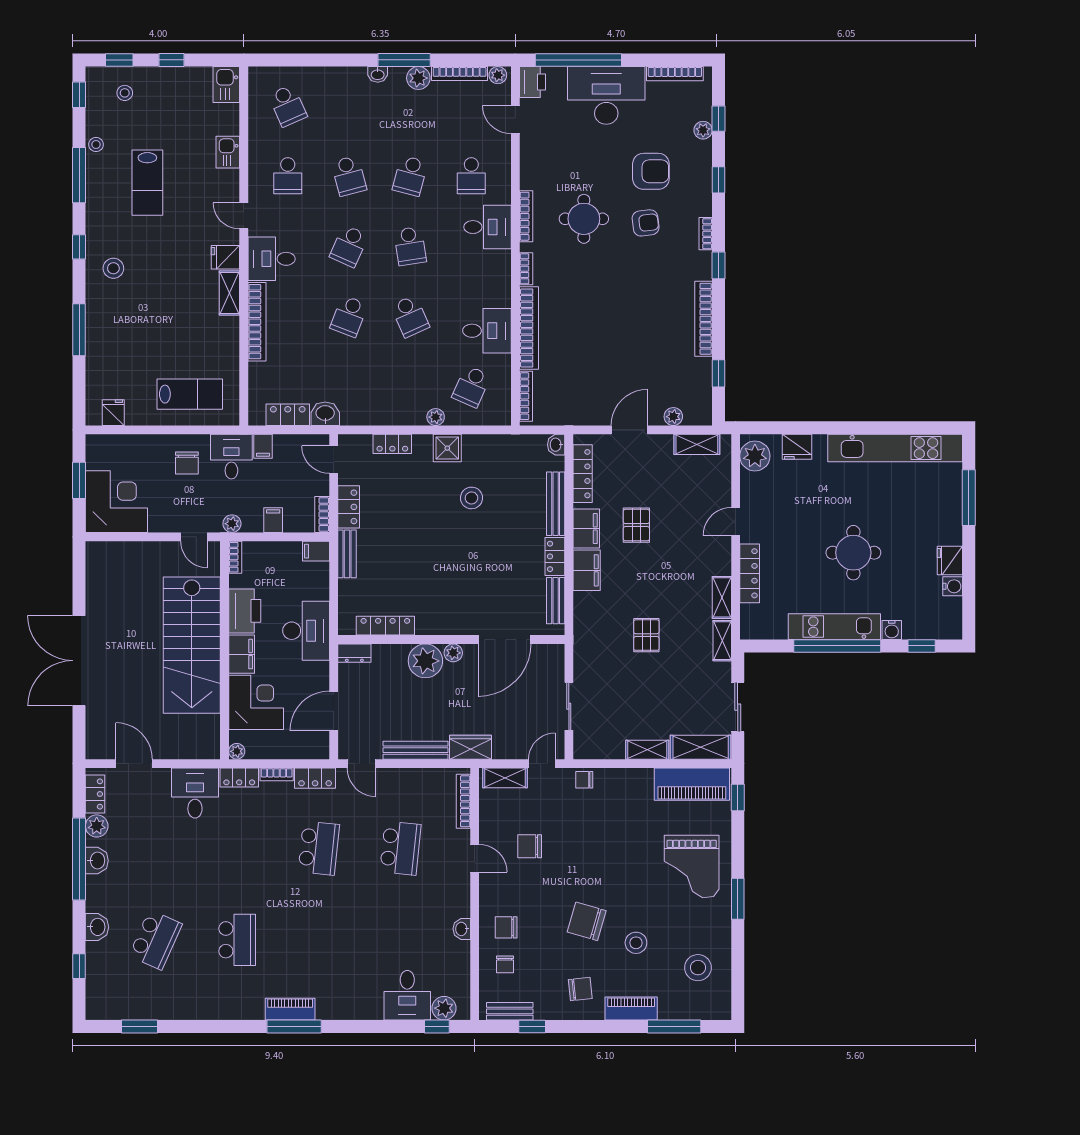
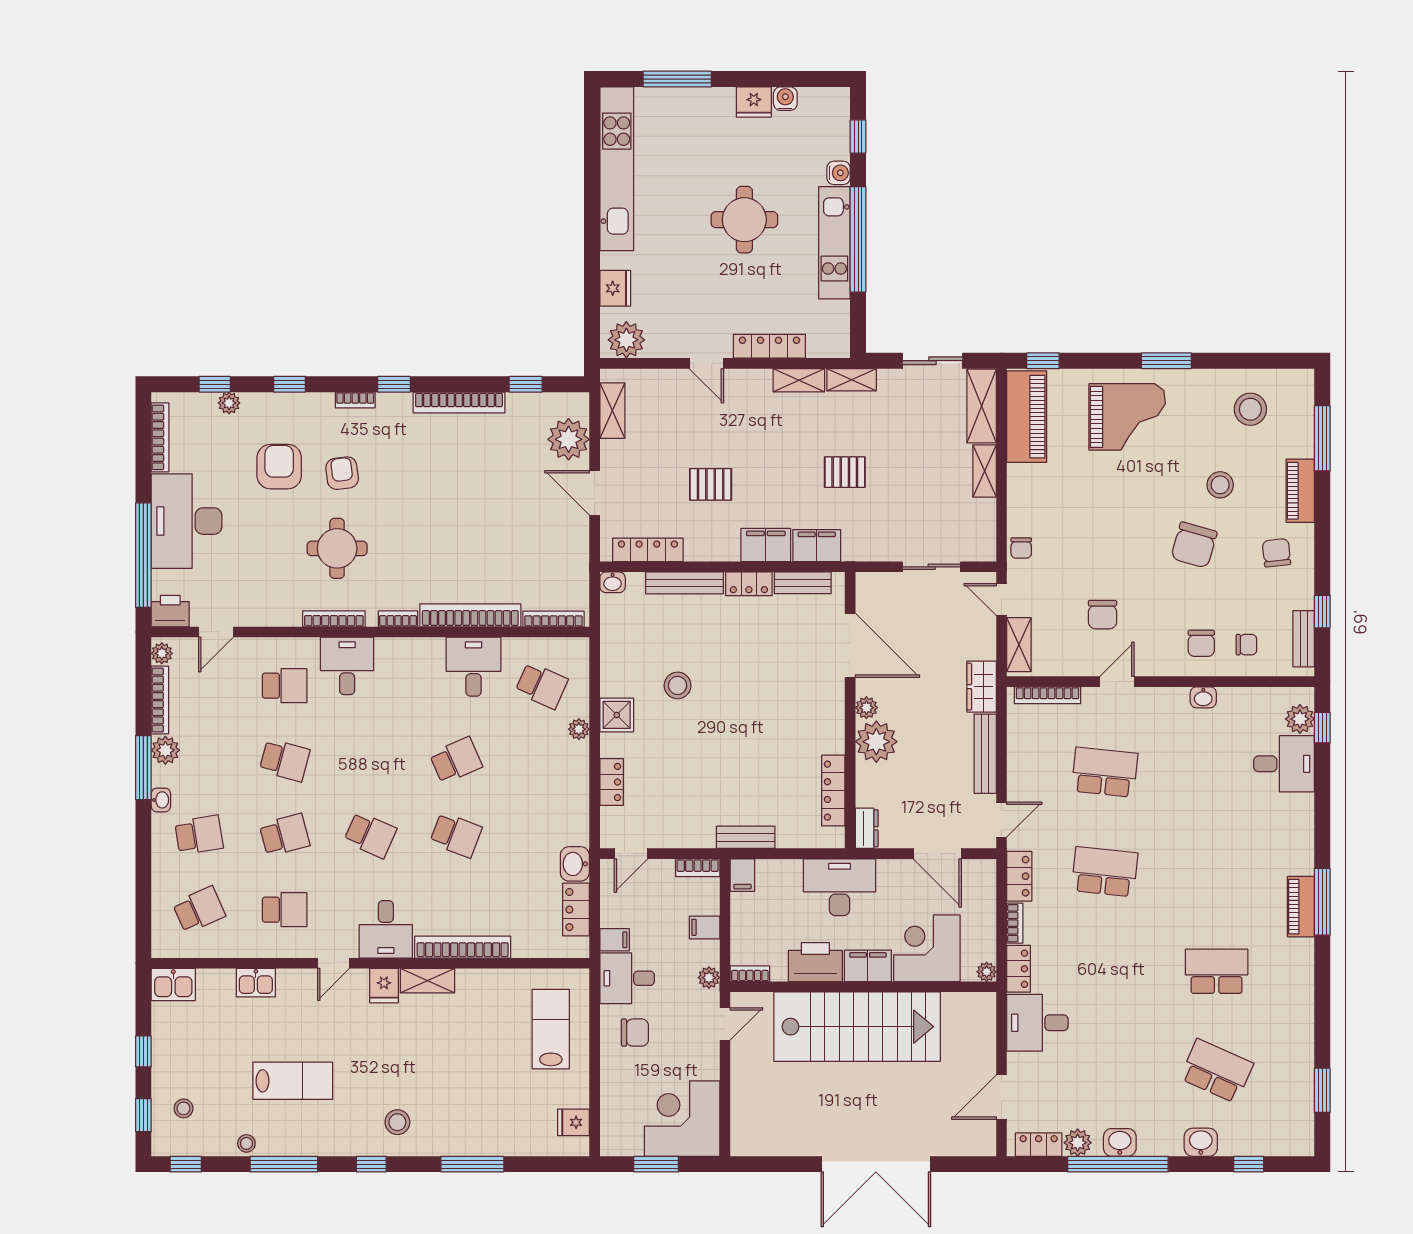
school desk: (410, 246) -> (199, 835), moved
plant: (673, 417) -> (569, 439), width x1.87, depth x1.87
locker: (349, 507) -> (688, 835), removed
filing cabinet: (586, 529) -> (817, 546), moved

